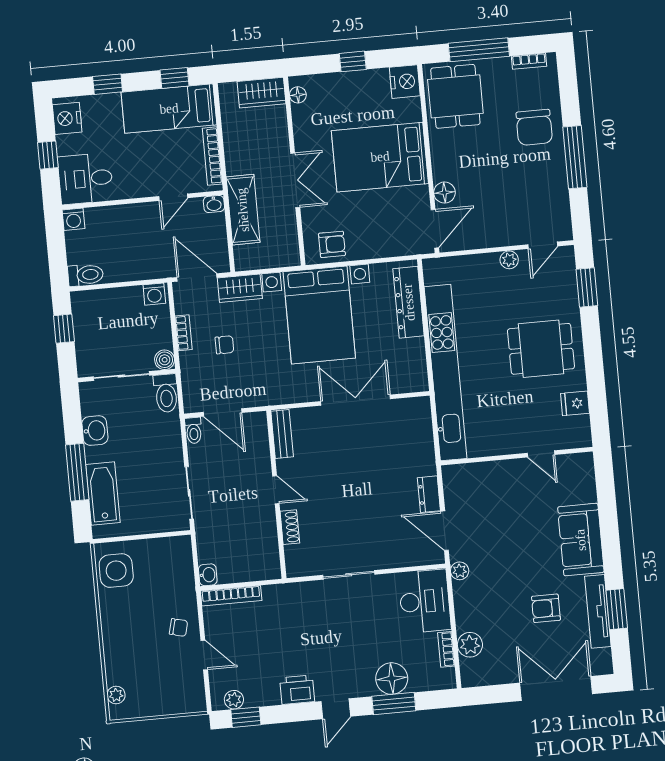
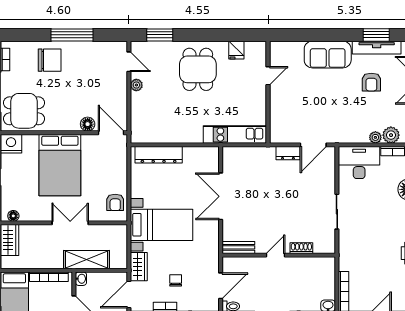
armchair: (332, 244) -> (115, 202), turned 180
bed with nightstands: (319, 315) -> (162, 225), width x0.73
kitchen unit: (445, 373) -> (235, 135), width x0.54
plant: (460, 571) -> (375, 137), moved

